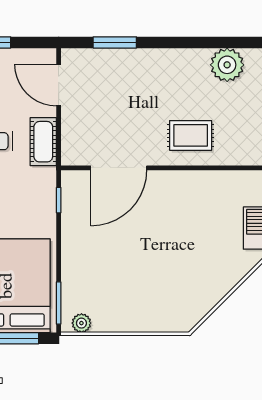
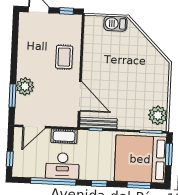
plant: (227, 65) -> (25, 86), moved
bench: (71, 205) -> (98, 123), added
plant: (81, 323) -> (158, 115), width x1.87, depth x1.87

